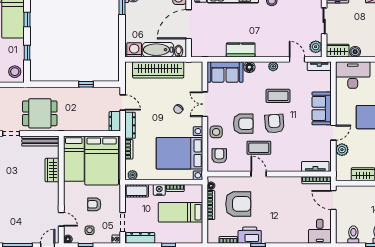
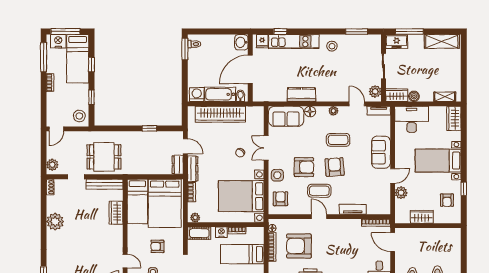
tv unit: (315, 167) -> (353, 209), moved
armchair: (238, 204) -> (299, 246), turned 180

